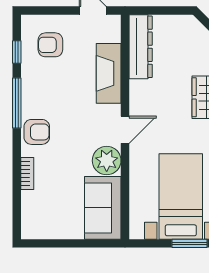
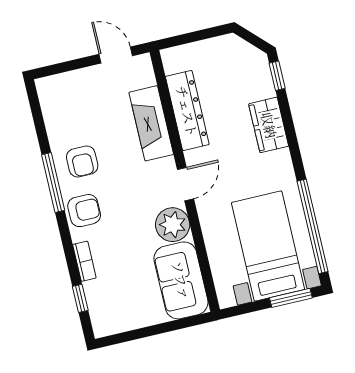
armchair: (50, 45) -> (82, 161), moved, turned -90
dresser: (141, 47) -> (187, 111), moved
window: (17, 52) -> (80, 298), moved

